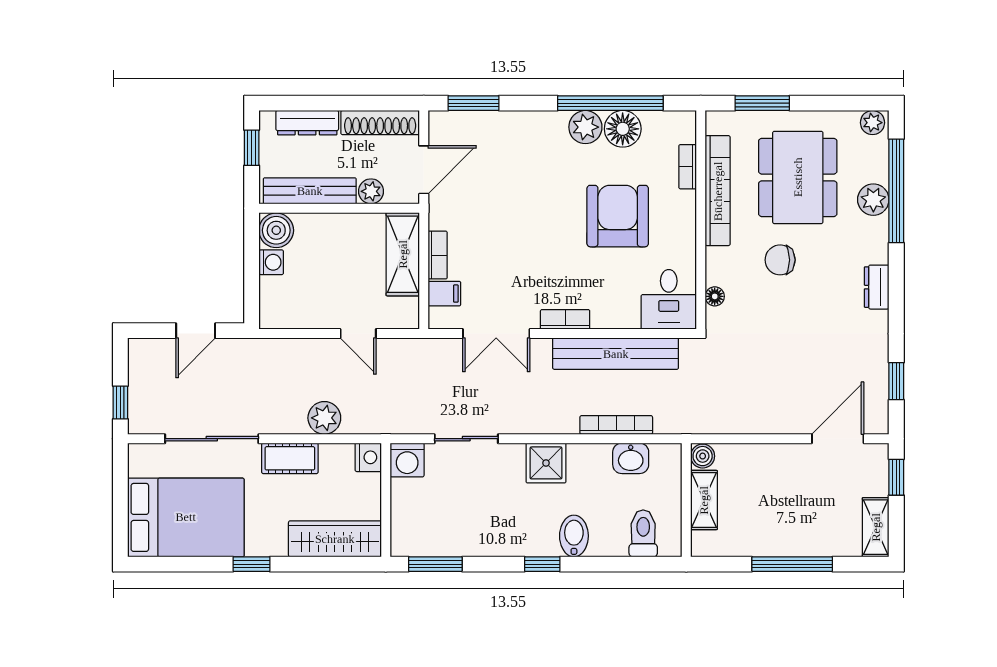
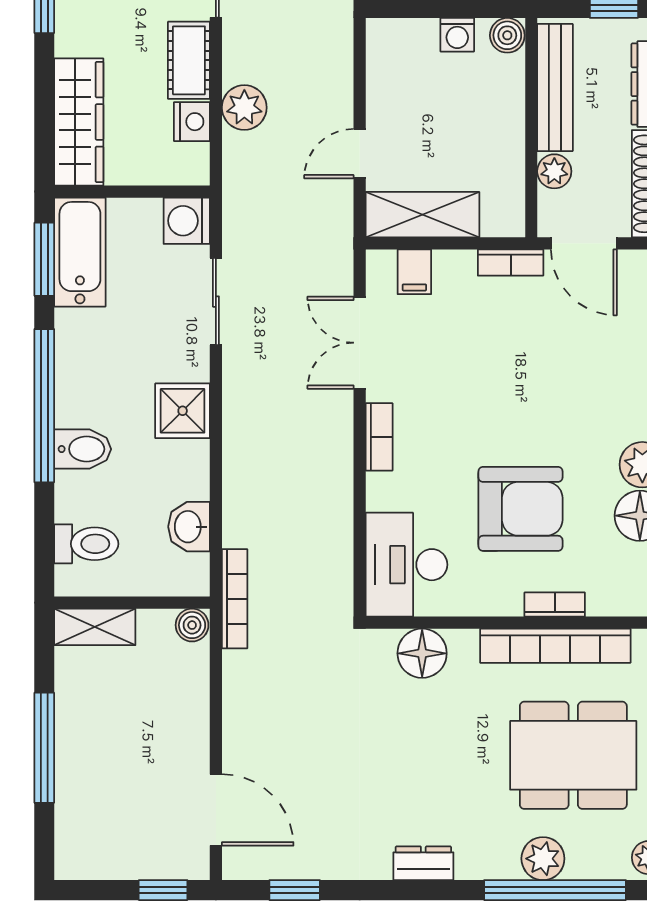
bookcase: (688, 167) -> (555, 605), moved
boiler: (276, 230) -> (507, 35), width x0.73, depth x0.73
shelving: (403, 254) -> (422, 215), moved
bookcase: (438, 255) -> (511, 263), moved
chair: (780, 260) -> (460, 731), removed
floor lamp: (715, 296) -> (422, 653), width x1.89, depth x1.89
desk: (669, 299) -> (406, 565), width x1.37
bench: (616, 354) -> (332, 506), removed
bookcase: (616, 425) -> (235, 599), moved
nightstand: (368, 457) -> (192, 122), moved, turned -90
shelving: (704, 500) -> (95, 627), moved
shelving: (876, 527) -> (95, 862), removed
bathtub: (430, 538) -> (80, 252), added
window: (542, 564) -> (44, 406), width x3.17

